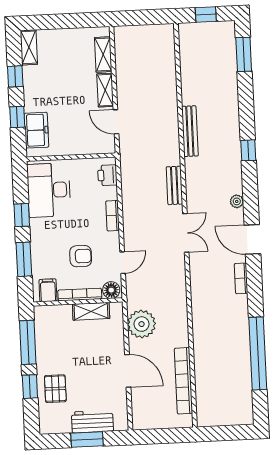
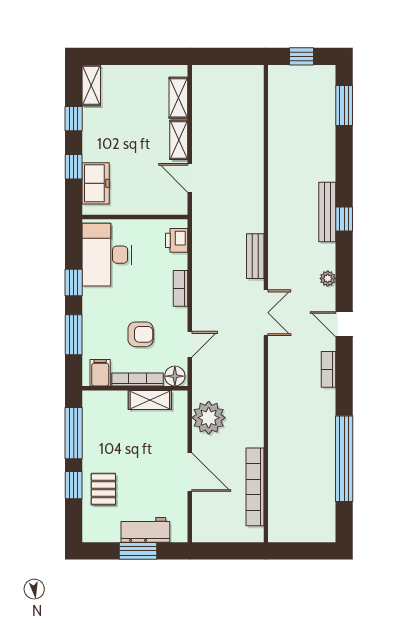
bench: (190, 131) -> (327, 212), moved
door: (252, 239) -> (344, 324), width x0.73

